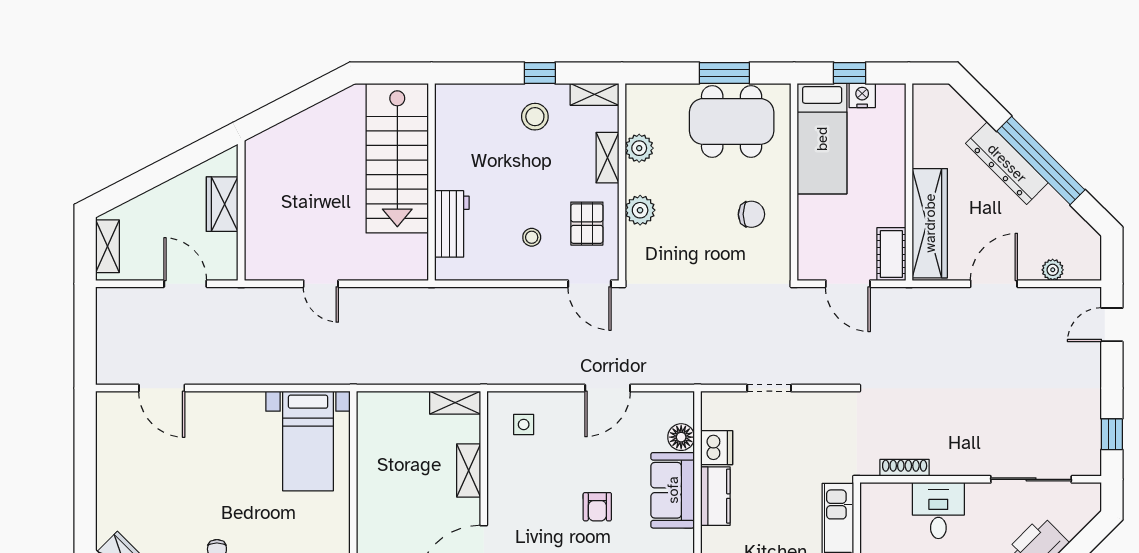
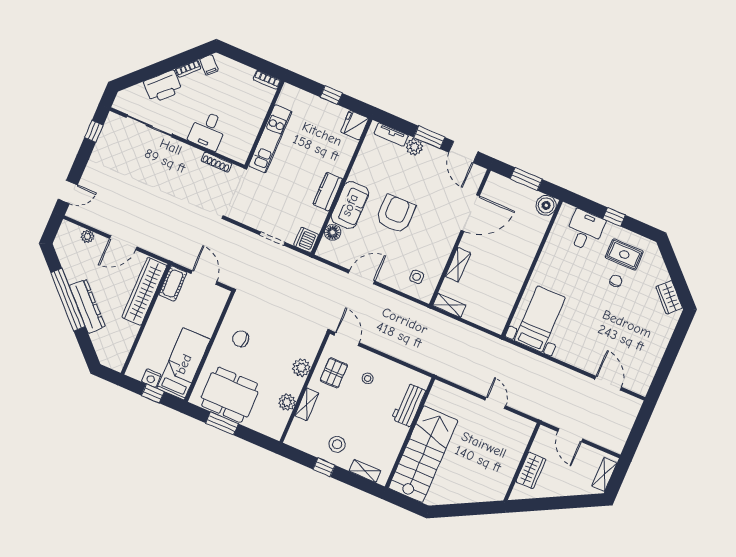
shelving: (595, 94) -> (365, 471), moved
dishwasher: (717, 448) -> (306, 240), moved
armchair: (597, 507) -> (396, 214), width x1.88, depth x1.88

